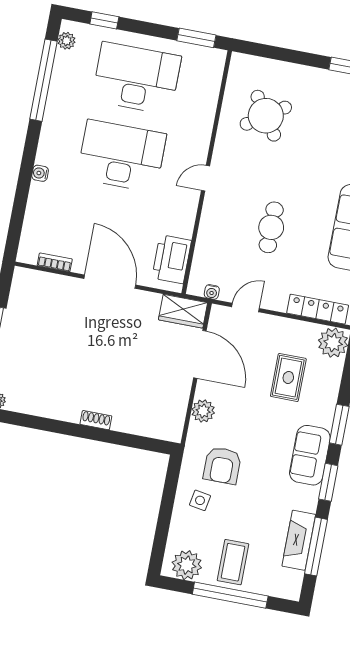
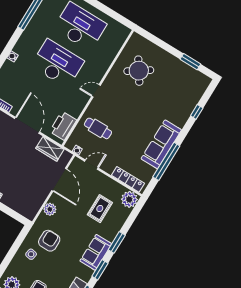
window: (196, 38) -> (118, 18), removed
cafe table: (271, 227) -> (98, 128), moved, turned 90
wardrobe: (183, 311) -> (50, 149), moved
armchair: (222, 465) -> (49, 241), turned 180

